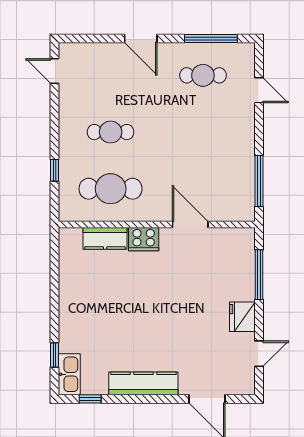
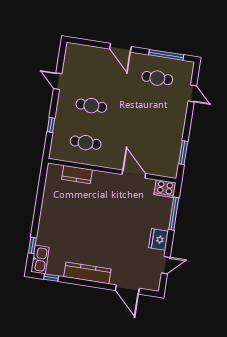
door: (54, 71) -> (58, 81), moved
window: (259, 181) -> (183, 153), width x0.69
cafe table: (111, 189) -> (86, 143), width x0.73, depth x0.74
cooker: (144, 239) -> (165, 189), moved

